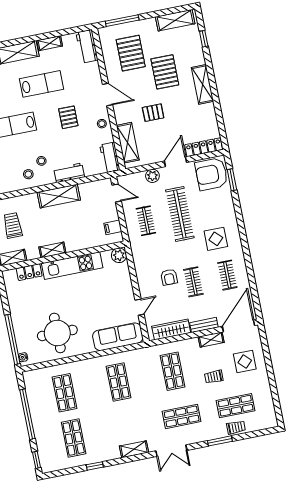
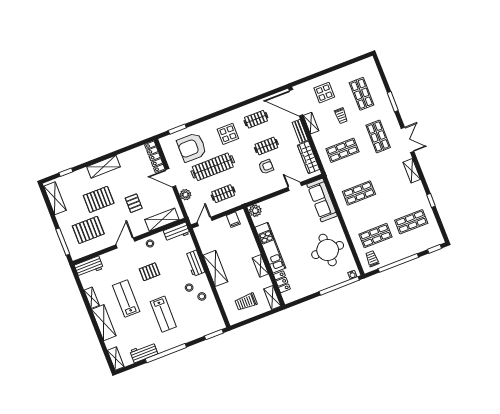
armchair: (211, 174) -> (192, 147), moved, turned 90
trolley: (236, 427) -> (372, 259), moved

